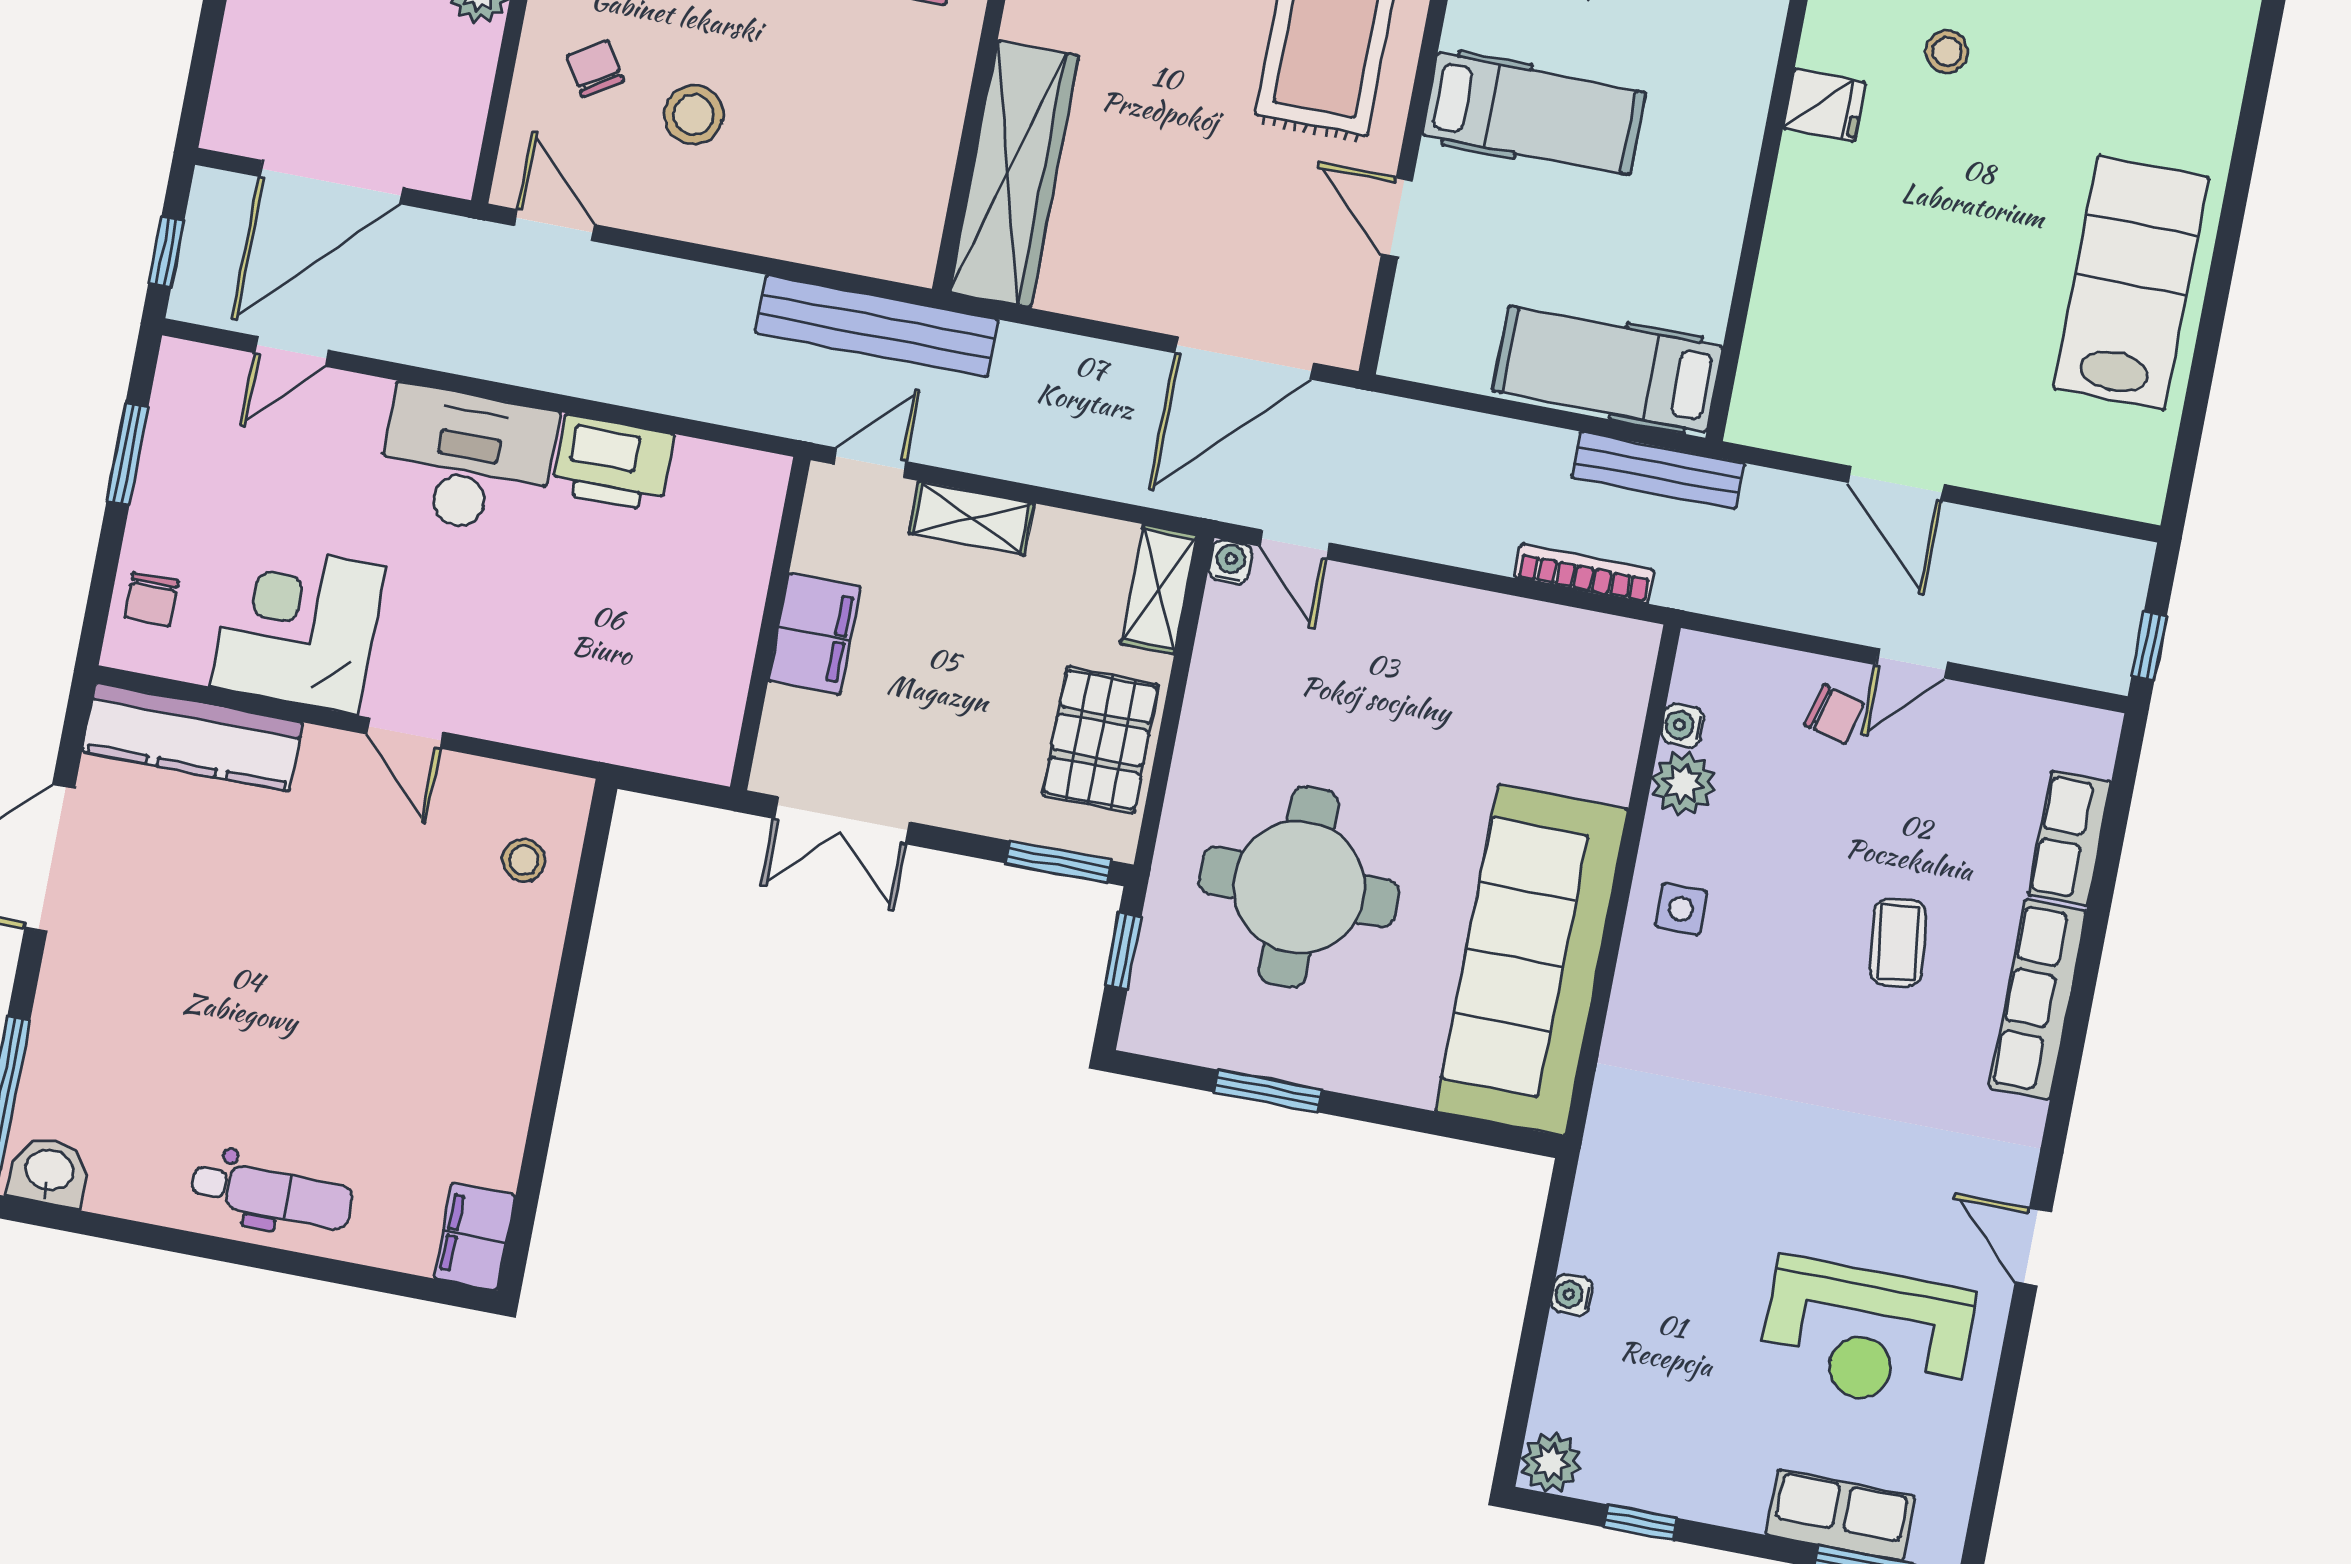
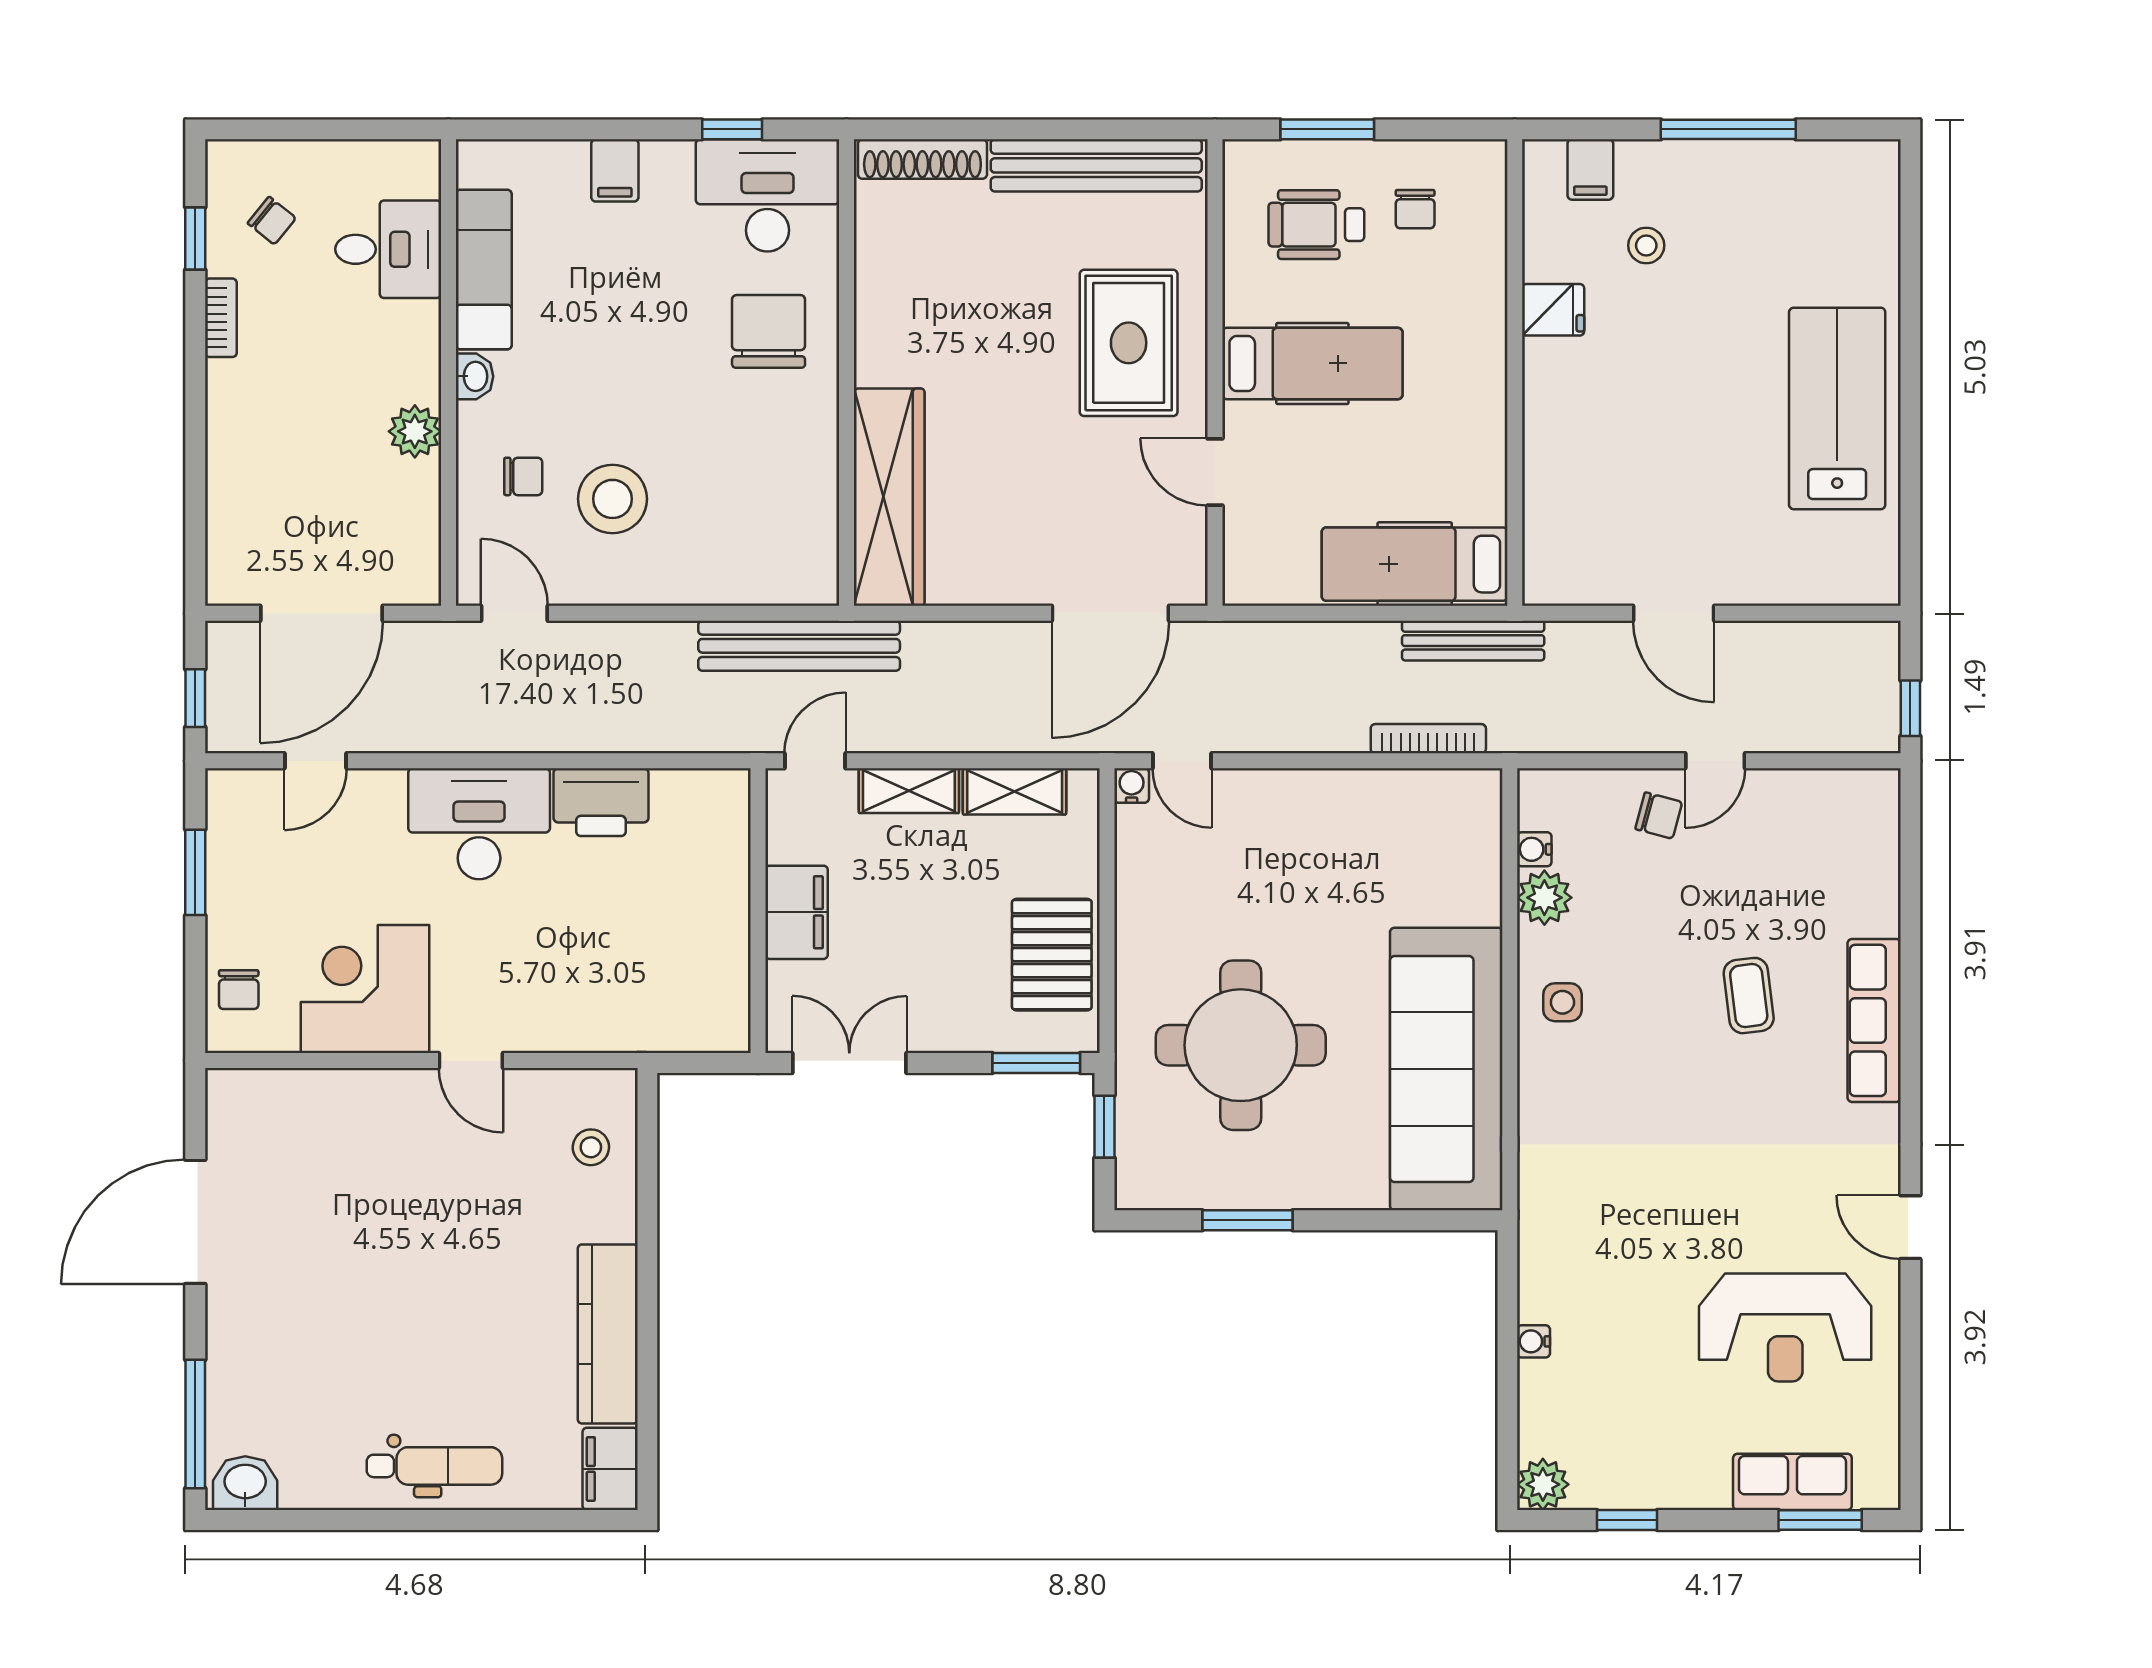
chair: (595, 69) -> (523, 476), turned 122
stool: (694, 115) -> (613, 499), width x1.38, depth x1.38
shelving: (1159, 589) -> (1015, 791), moved, turned 90
kitchen counter: (192, 737) -> (608, 1334), moved, turned 90
double door: (842, 820) -> (849, 1063), swing flipped
row of seats: (2069, 838) -> (1875, 881), removed

